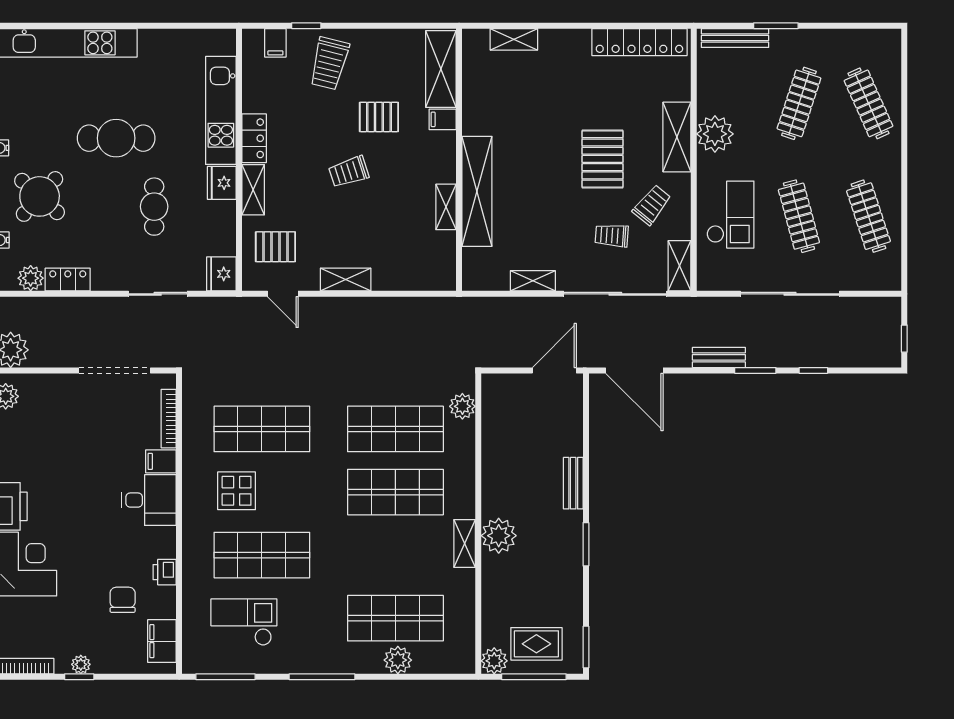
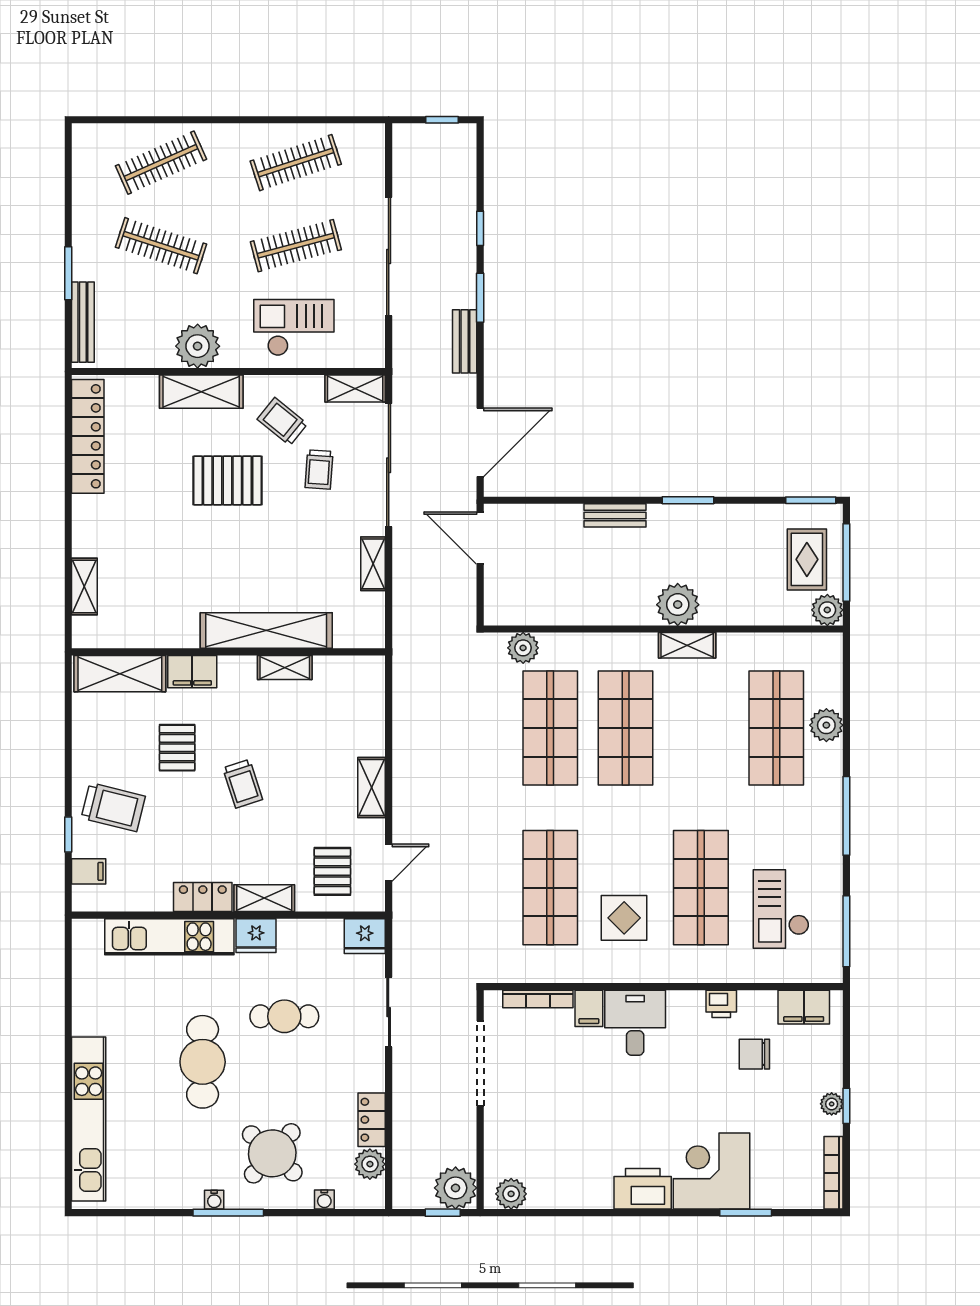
filing cabinet: (443, 119) -> (192, 672), width x2.00

